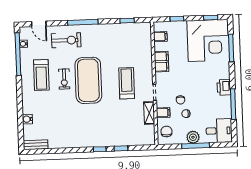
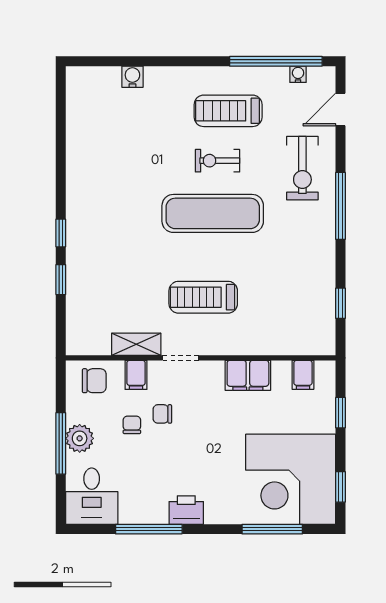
exercise mat: (88, 80) -> (213, 213), width x0.68
treadmill: (127, 83) -> (203, 297), turned 180
bench: (36, 145) -> (76, 93), removed

